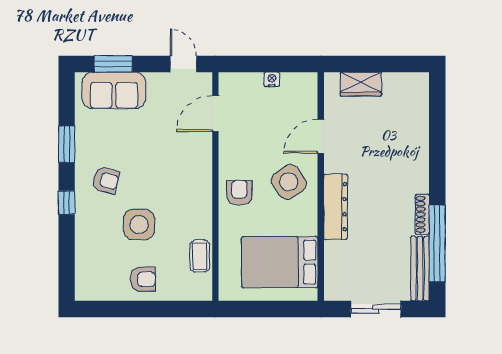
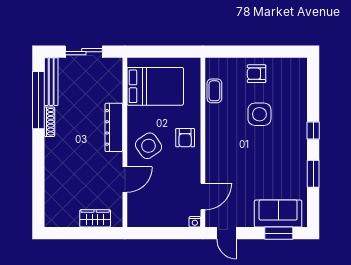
nightstand: (272, 79) -> (195, 222), moved
armchair: (106, 180) -> (284, 147), removed

